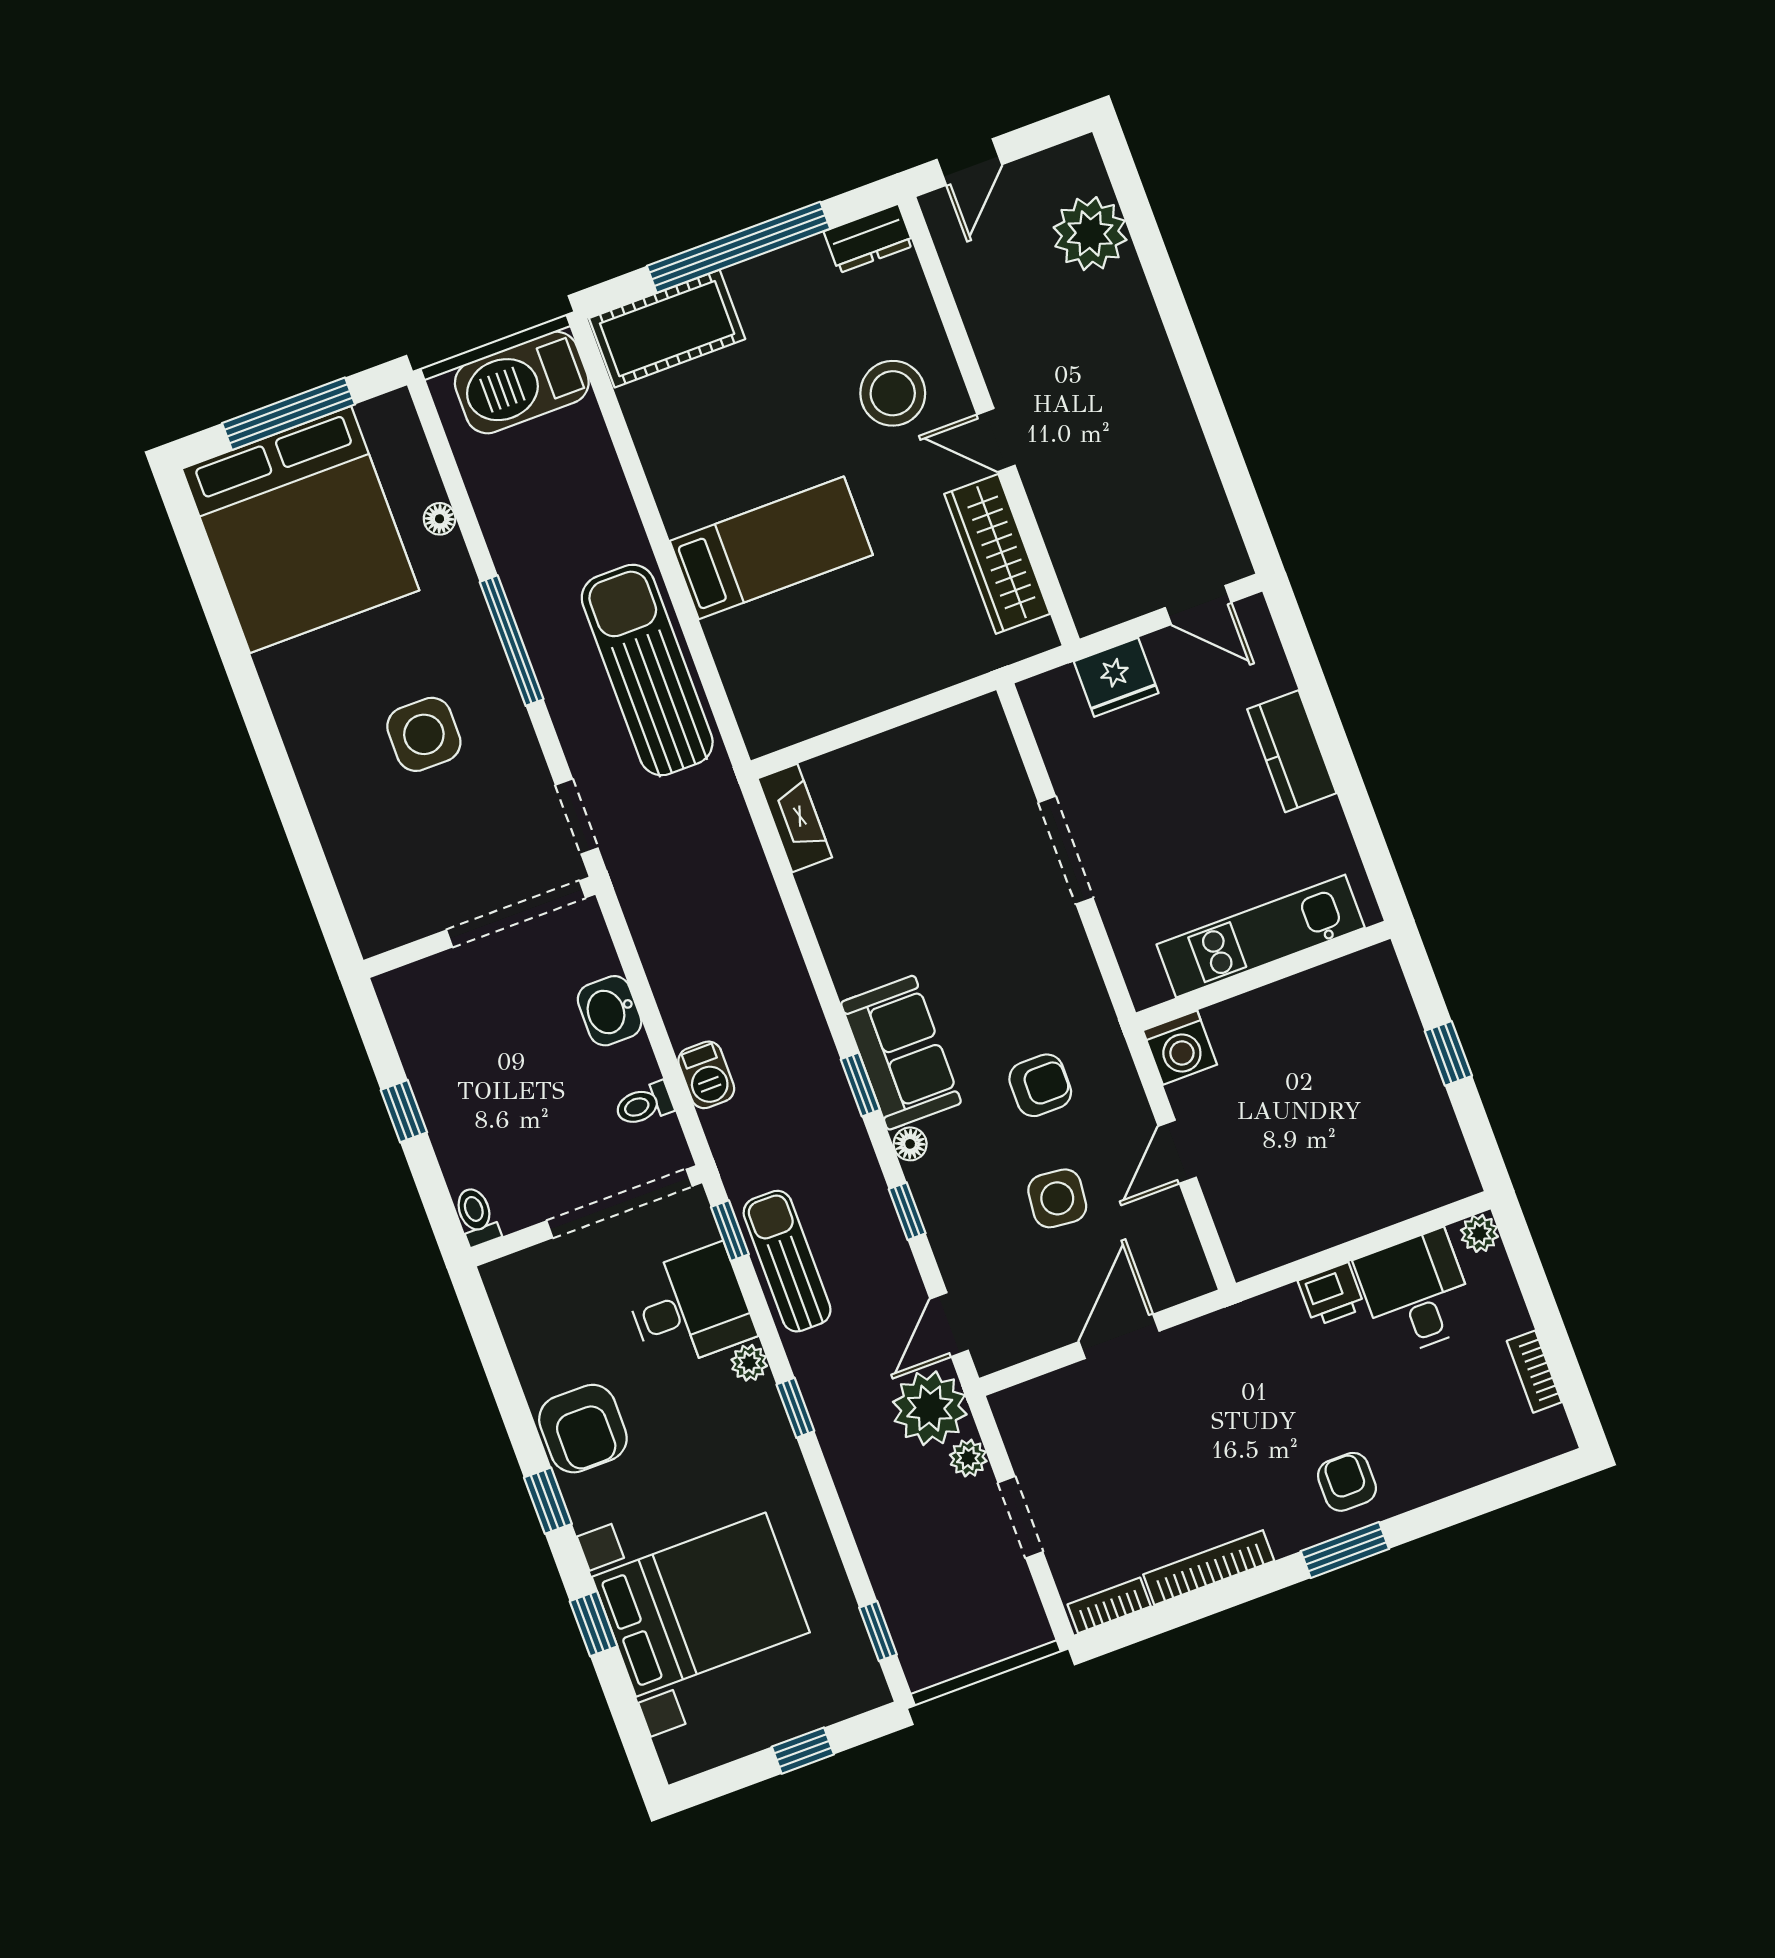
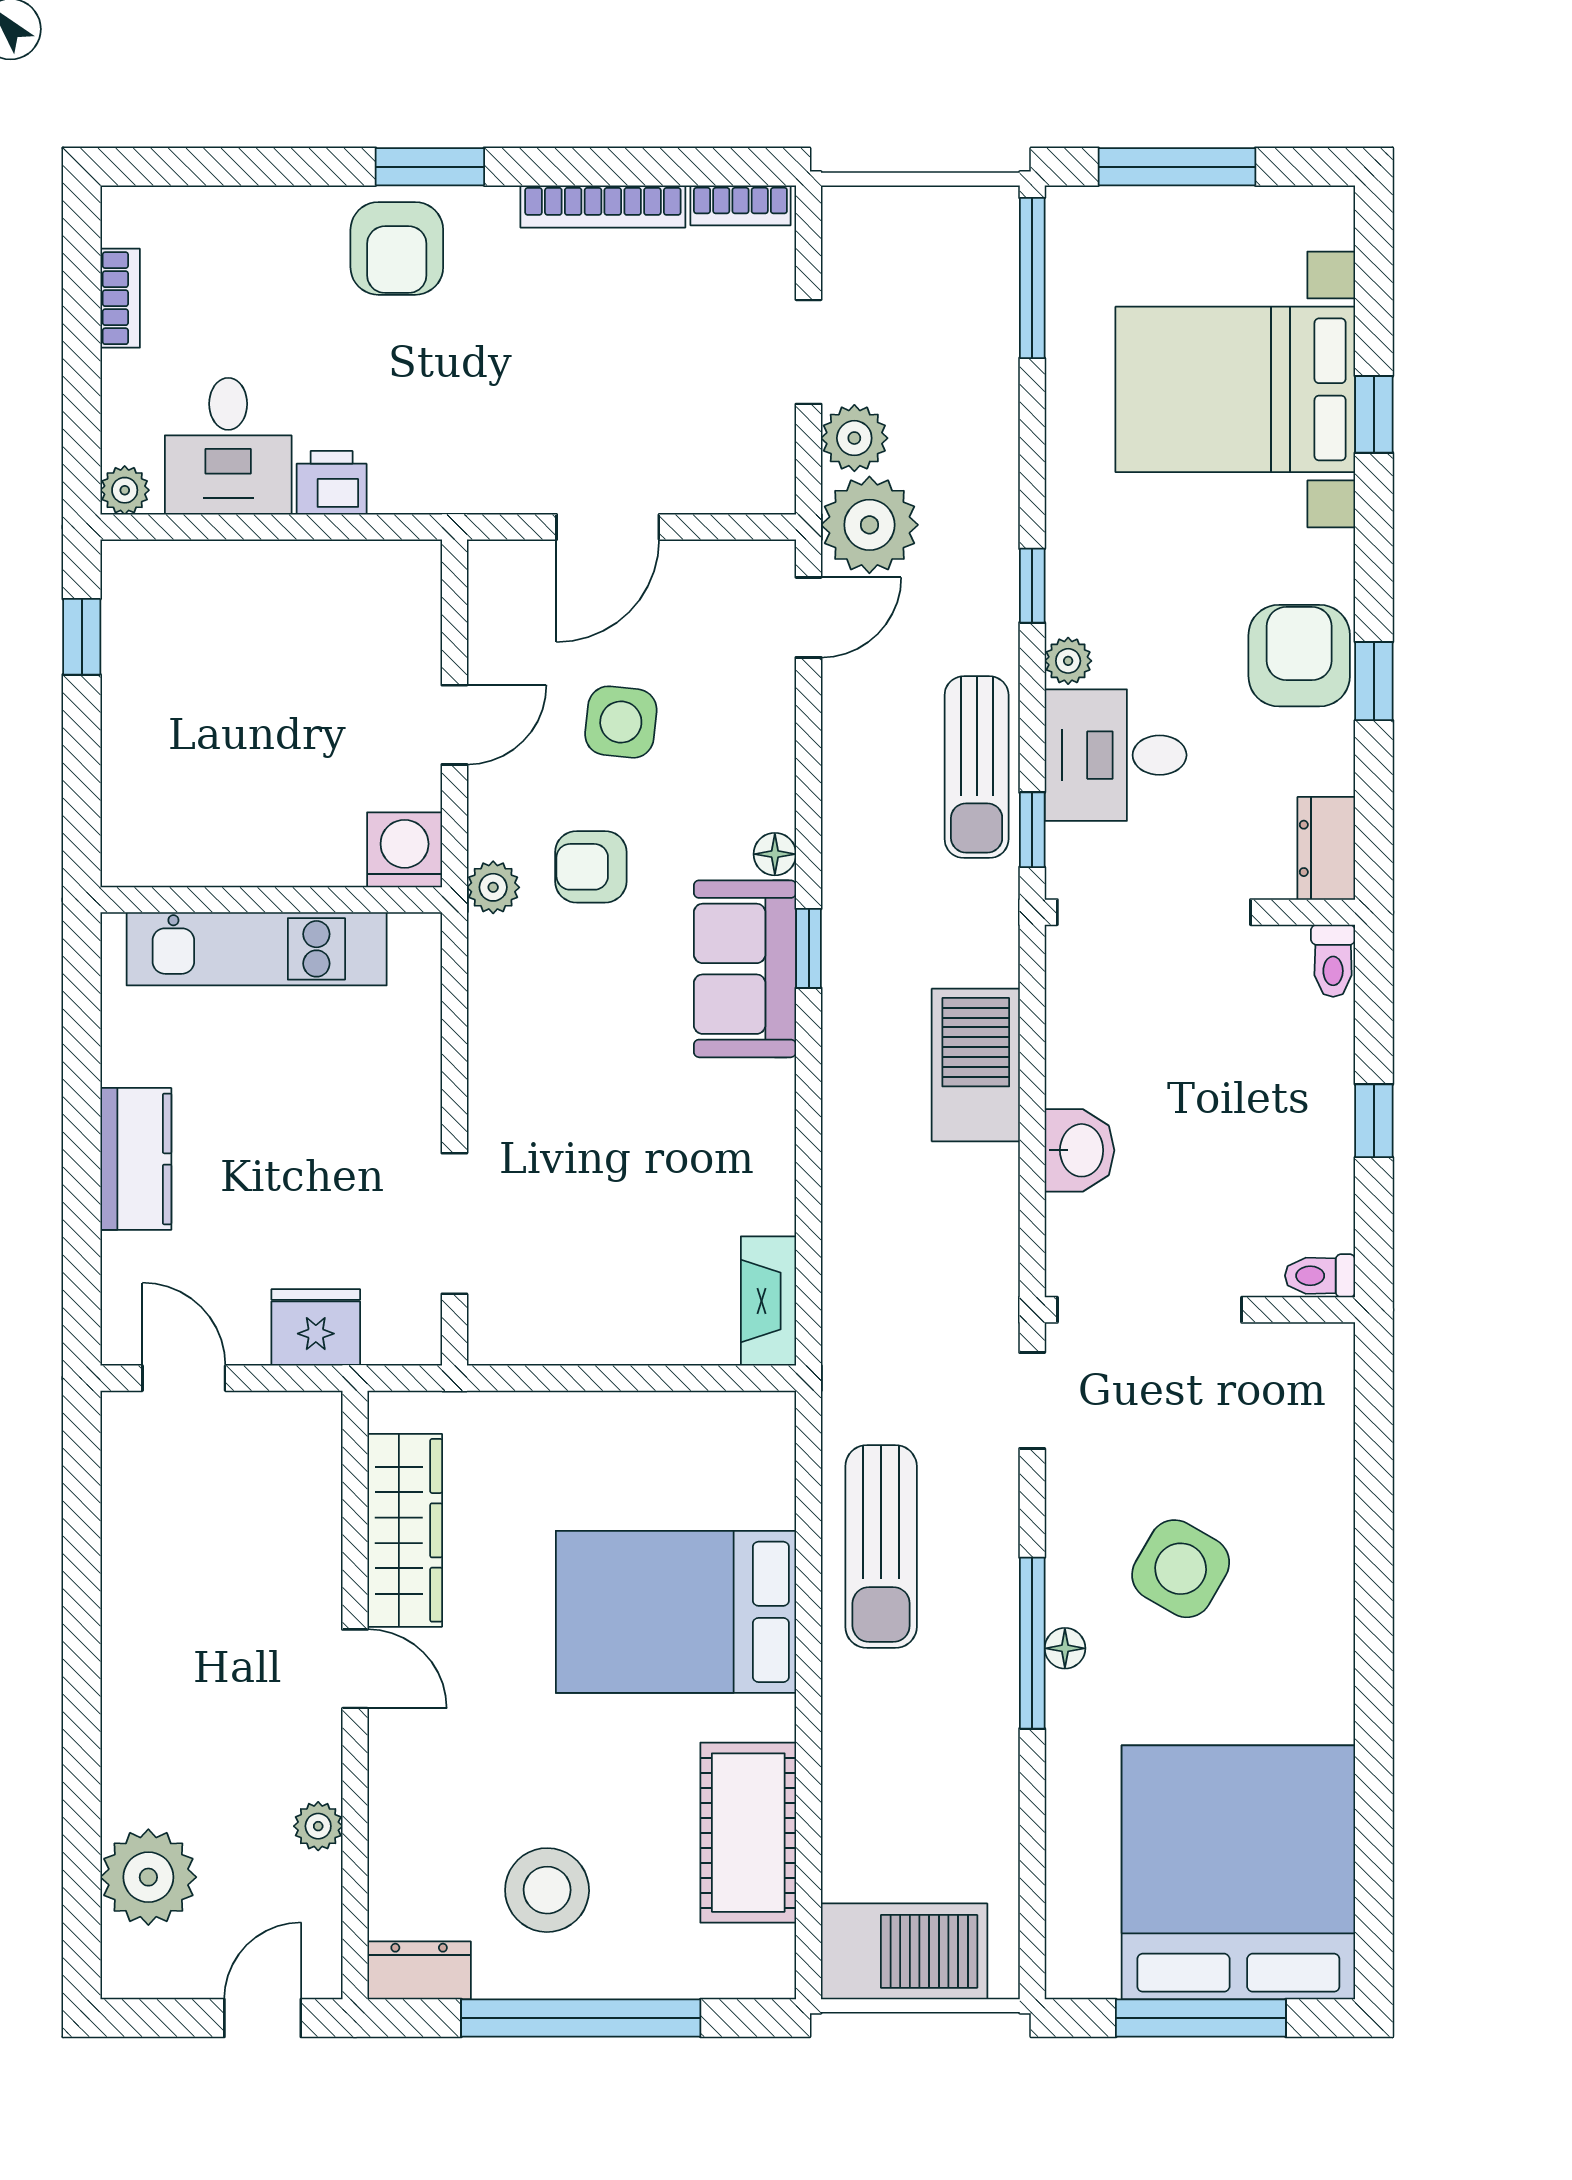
plant: (981, 316) -> (318, 1826), added
cot: (667, 329) -> (748, 1833), moved, turned 90
stool: (893, 393) -> (547, 1890), moved
floor lamp: (440, 519) -> (1065, 1648), moved
bed: (771, 548) -> (676, 1612), width x1.50
sun lounger: (647, 670) -> (881, 1547), width x0.73, depth x0.75
side table: (424, 734) -> (1181, 1569), turned 30
doorway: (1066, 850) -> (454, 1223), moved
plant: (1106, 1044) -> (493, 887), added
window: (1448, 1053) -> (82, 637), moved
barbecue: (706, 1075) -> (976, 1065), width x1.88, depth x1.53
toilet: (644, 1104) -> (1320, 1276), moved, turned 180
window: (907, 1211) -> (809, 774), removed
dresser: (512, 1296) -> (1326, 848), added
plant: (968, 1458) -> (854, 438), width x1.38, depth x1.38
armchair: (1347, 1482) -> (397, 248), width x1.38, depth x1.38
window: (548, 1501) -> (1374, 681), moved
window: (878, 1631) -> (1032, 278), width x2.17
window: (803, 1751) -> (1177, 167), width x2.17

